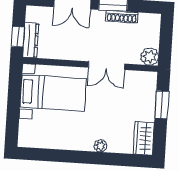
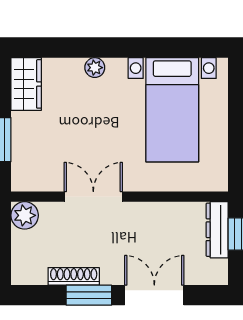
bed with nightstands: (53, 93) -> (172, 110), moved, turned -90

